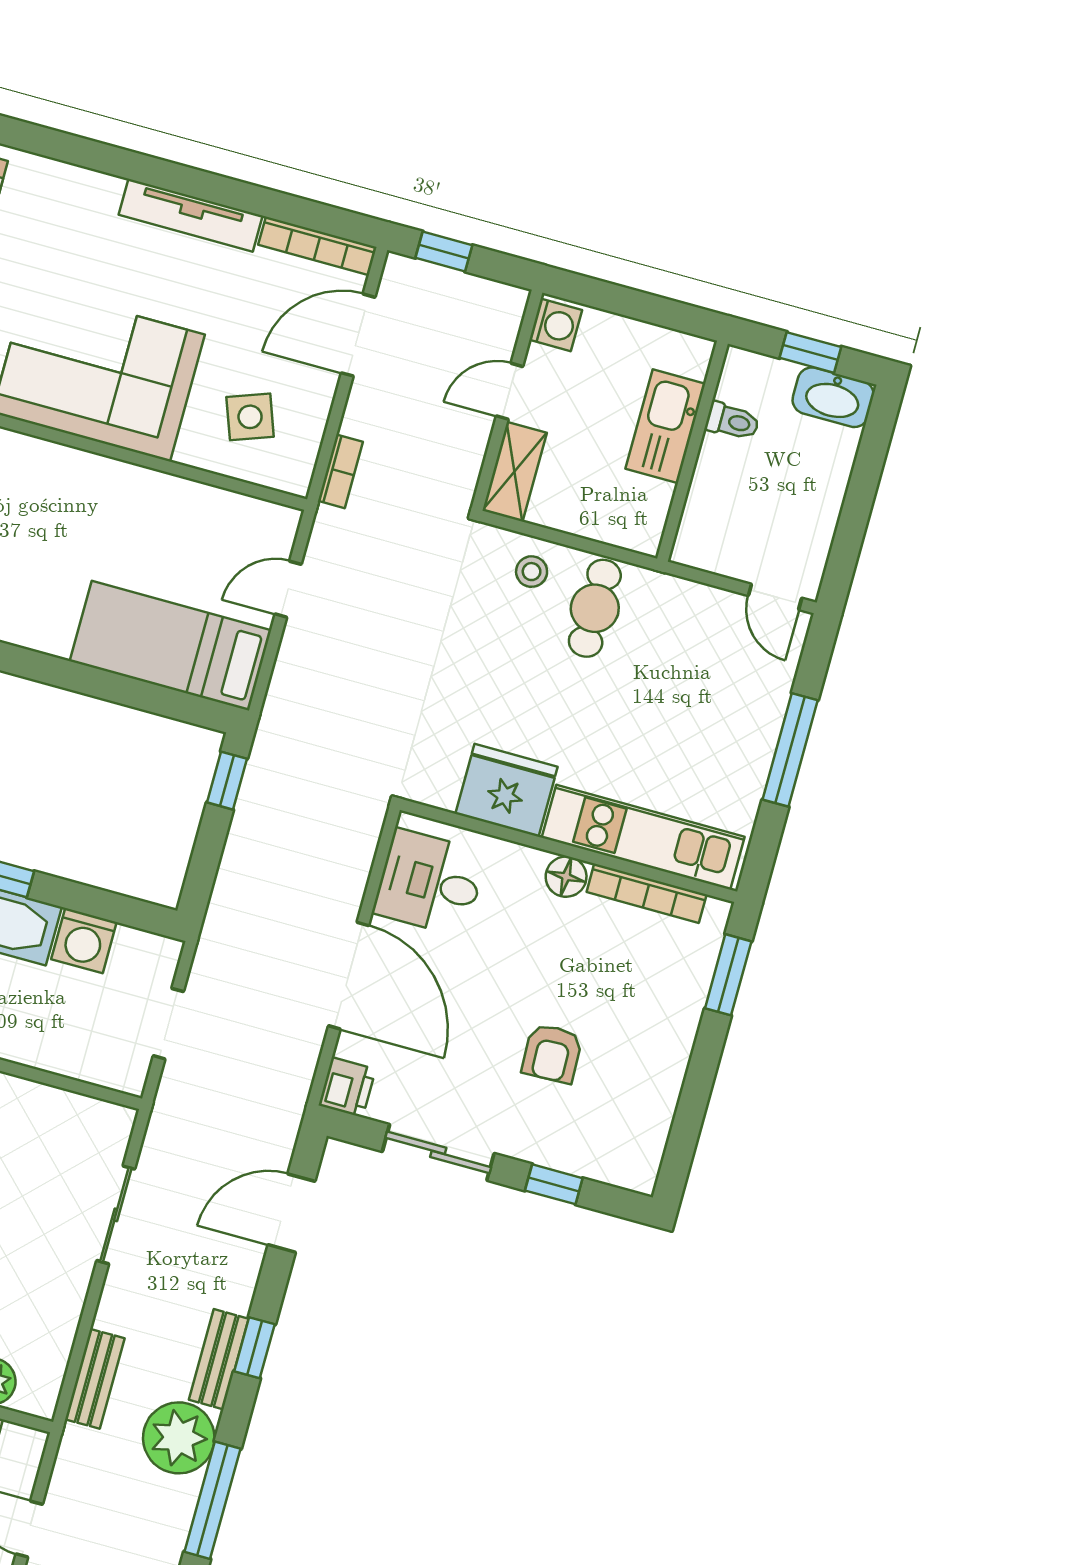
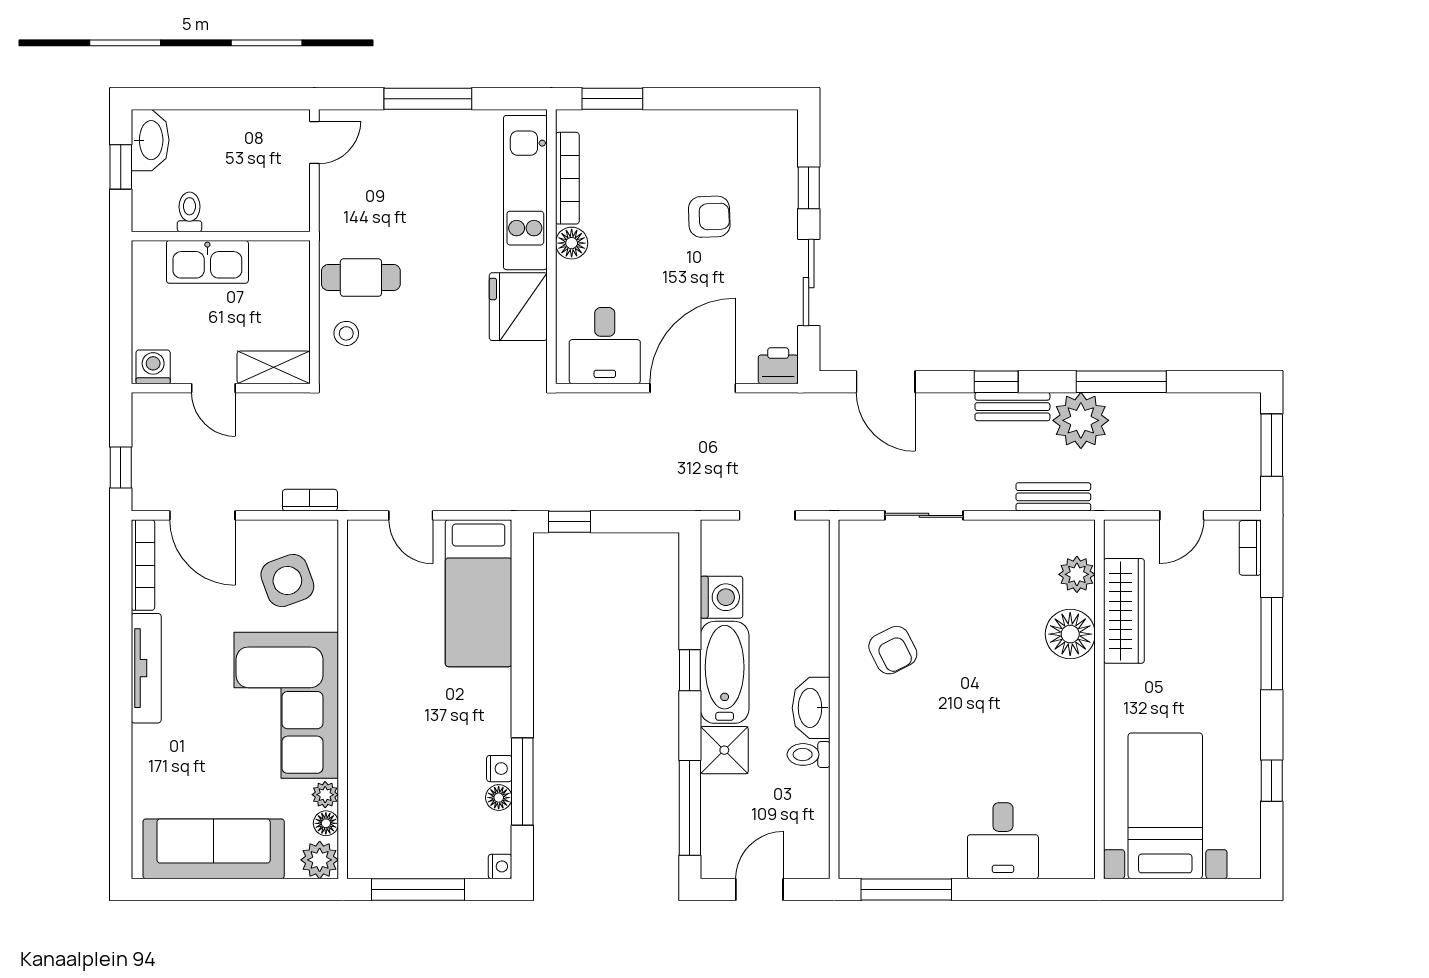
side table: (250, 417) -> (287, 581), width x1.37, depth x1.37

